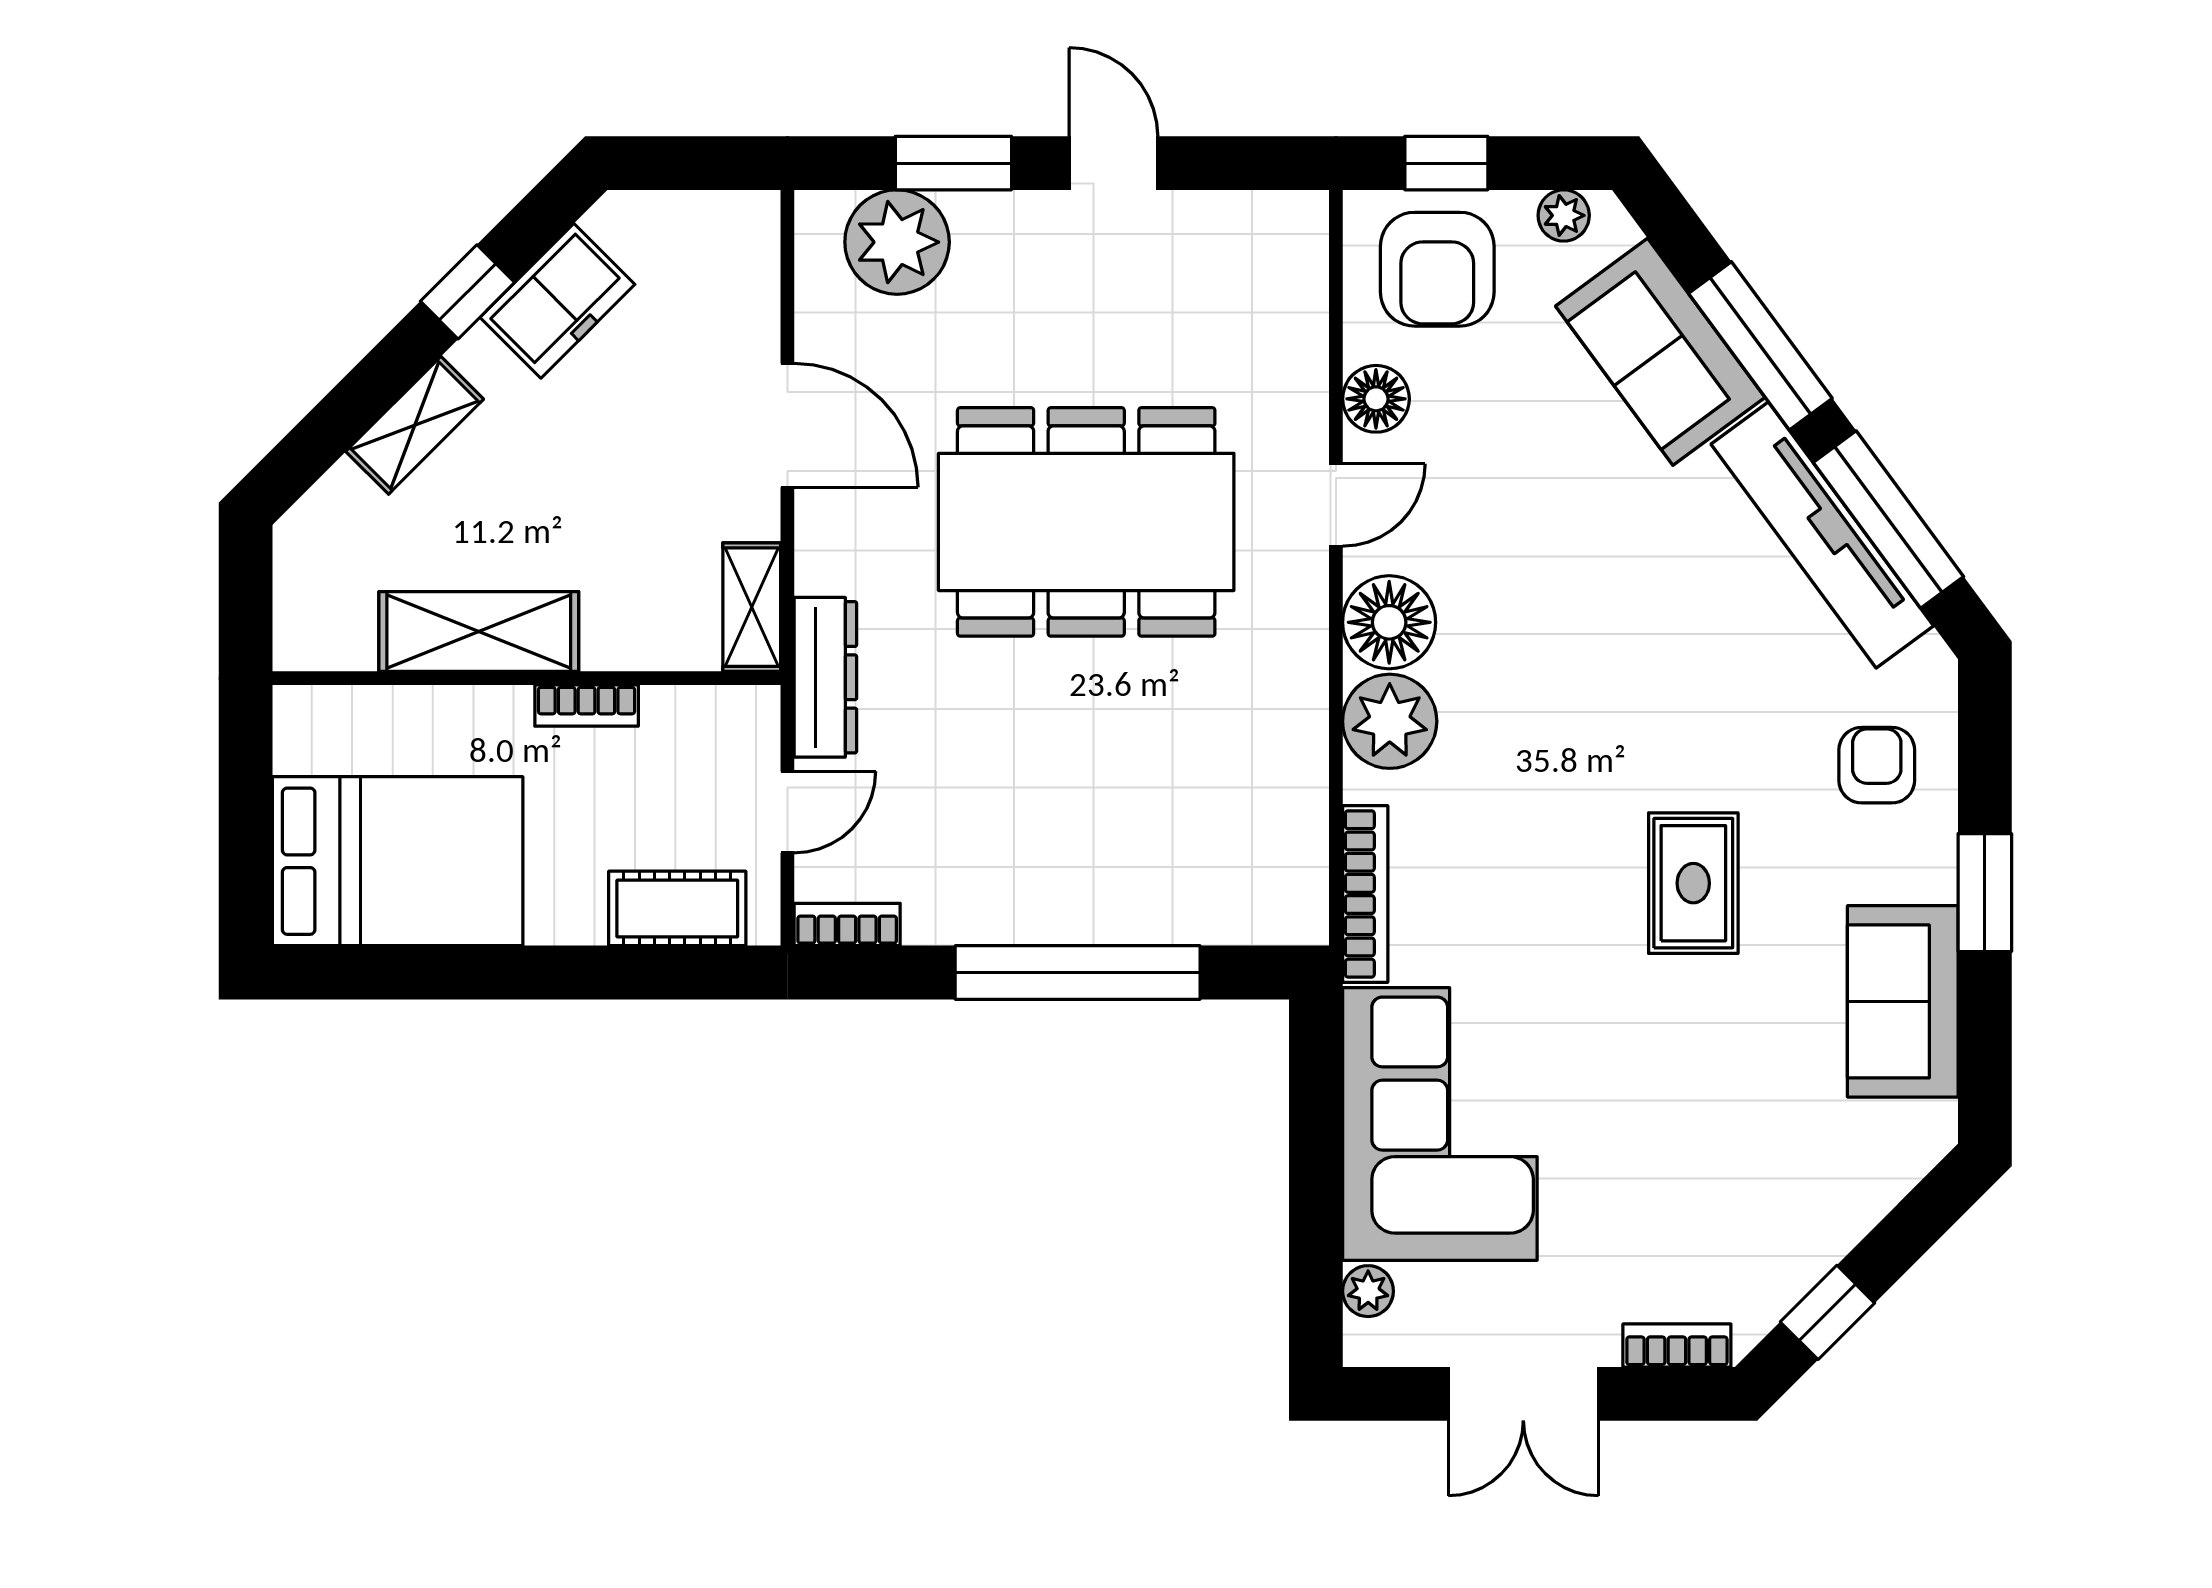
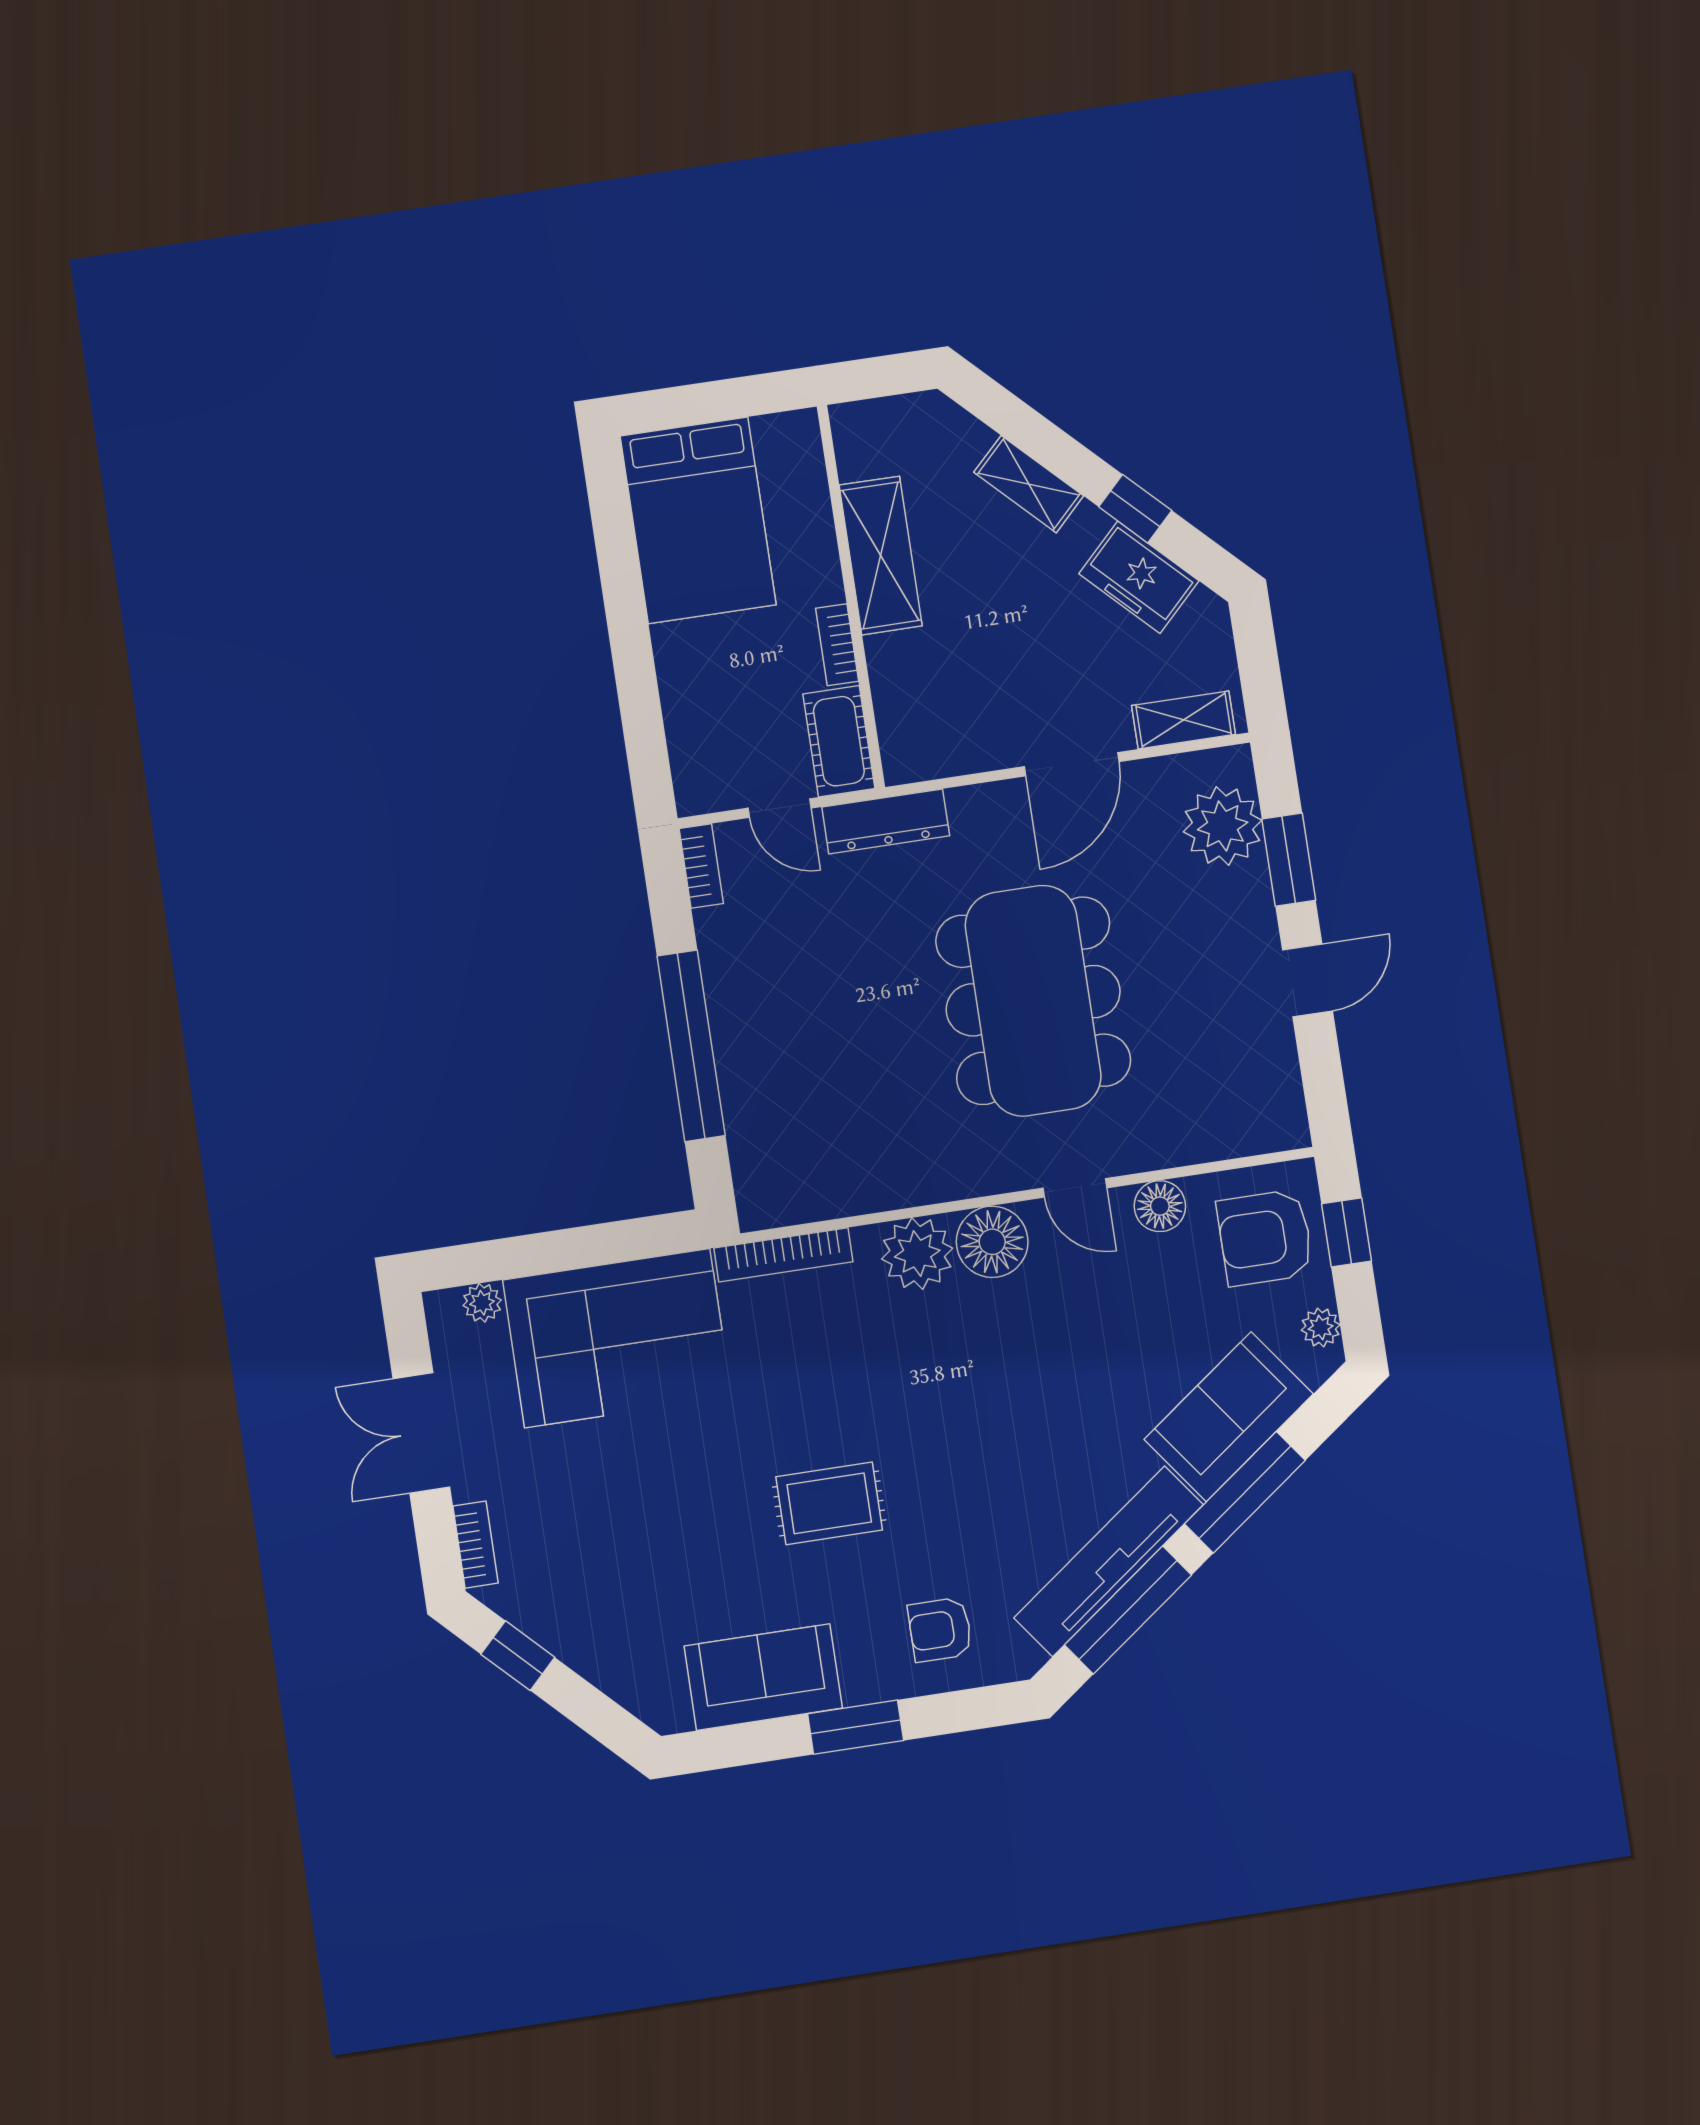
shelving: (752, 607) -> (1184, 720), moved
armchair: (1877, 765) -> (940, 1630), turned 180
cot: (677, 908) -> (839, 741), moved

